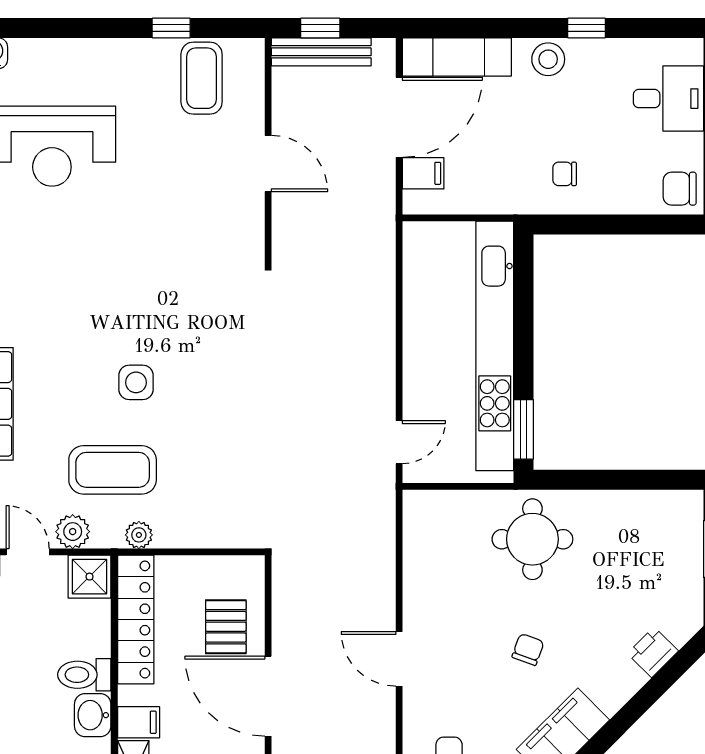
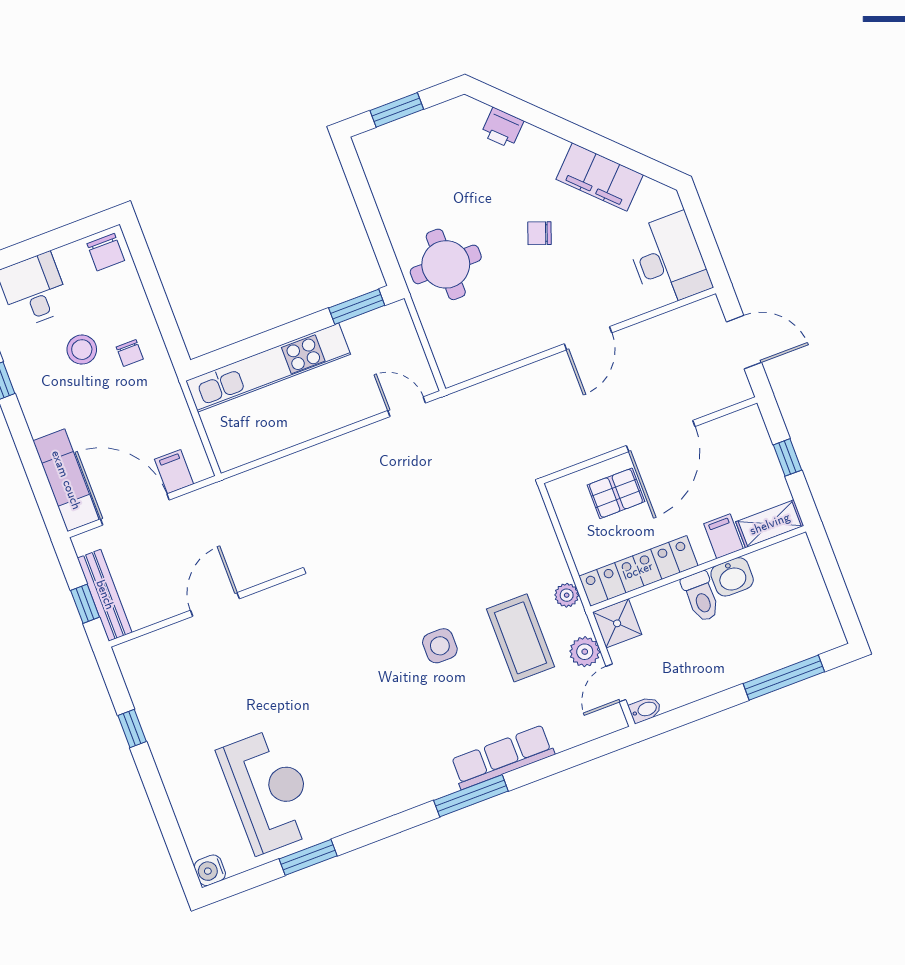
stool: (548, 59) -> (82, 350), moved
coffee table: (202, 78) -> (164, 687), removed
kitchen unit: (495, 346) -> (268, 368), width x0.73

